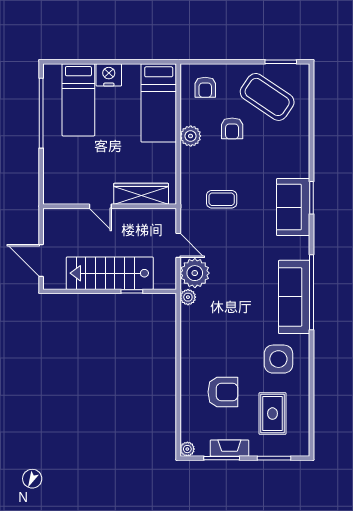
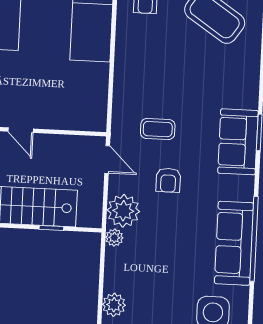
armchair: (232, 128) -> (168, 180), moved
plant: (191, 136) -> (114, 305), moved
wardrobe: (141, 194) -> (67, 118), removed
door: (178, 245) -> (107, 159), moved

